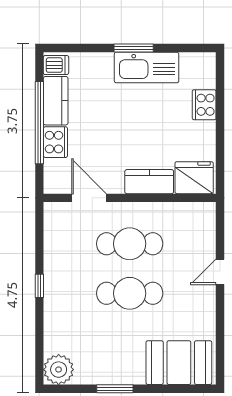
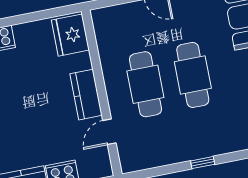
kitchen counter: (149, 182) -> (86, 95), moved
door: (89, 198) -> (109, 132), width x0.73

